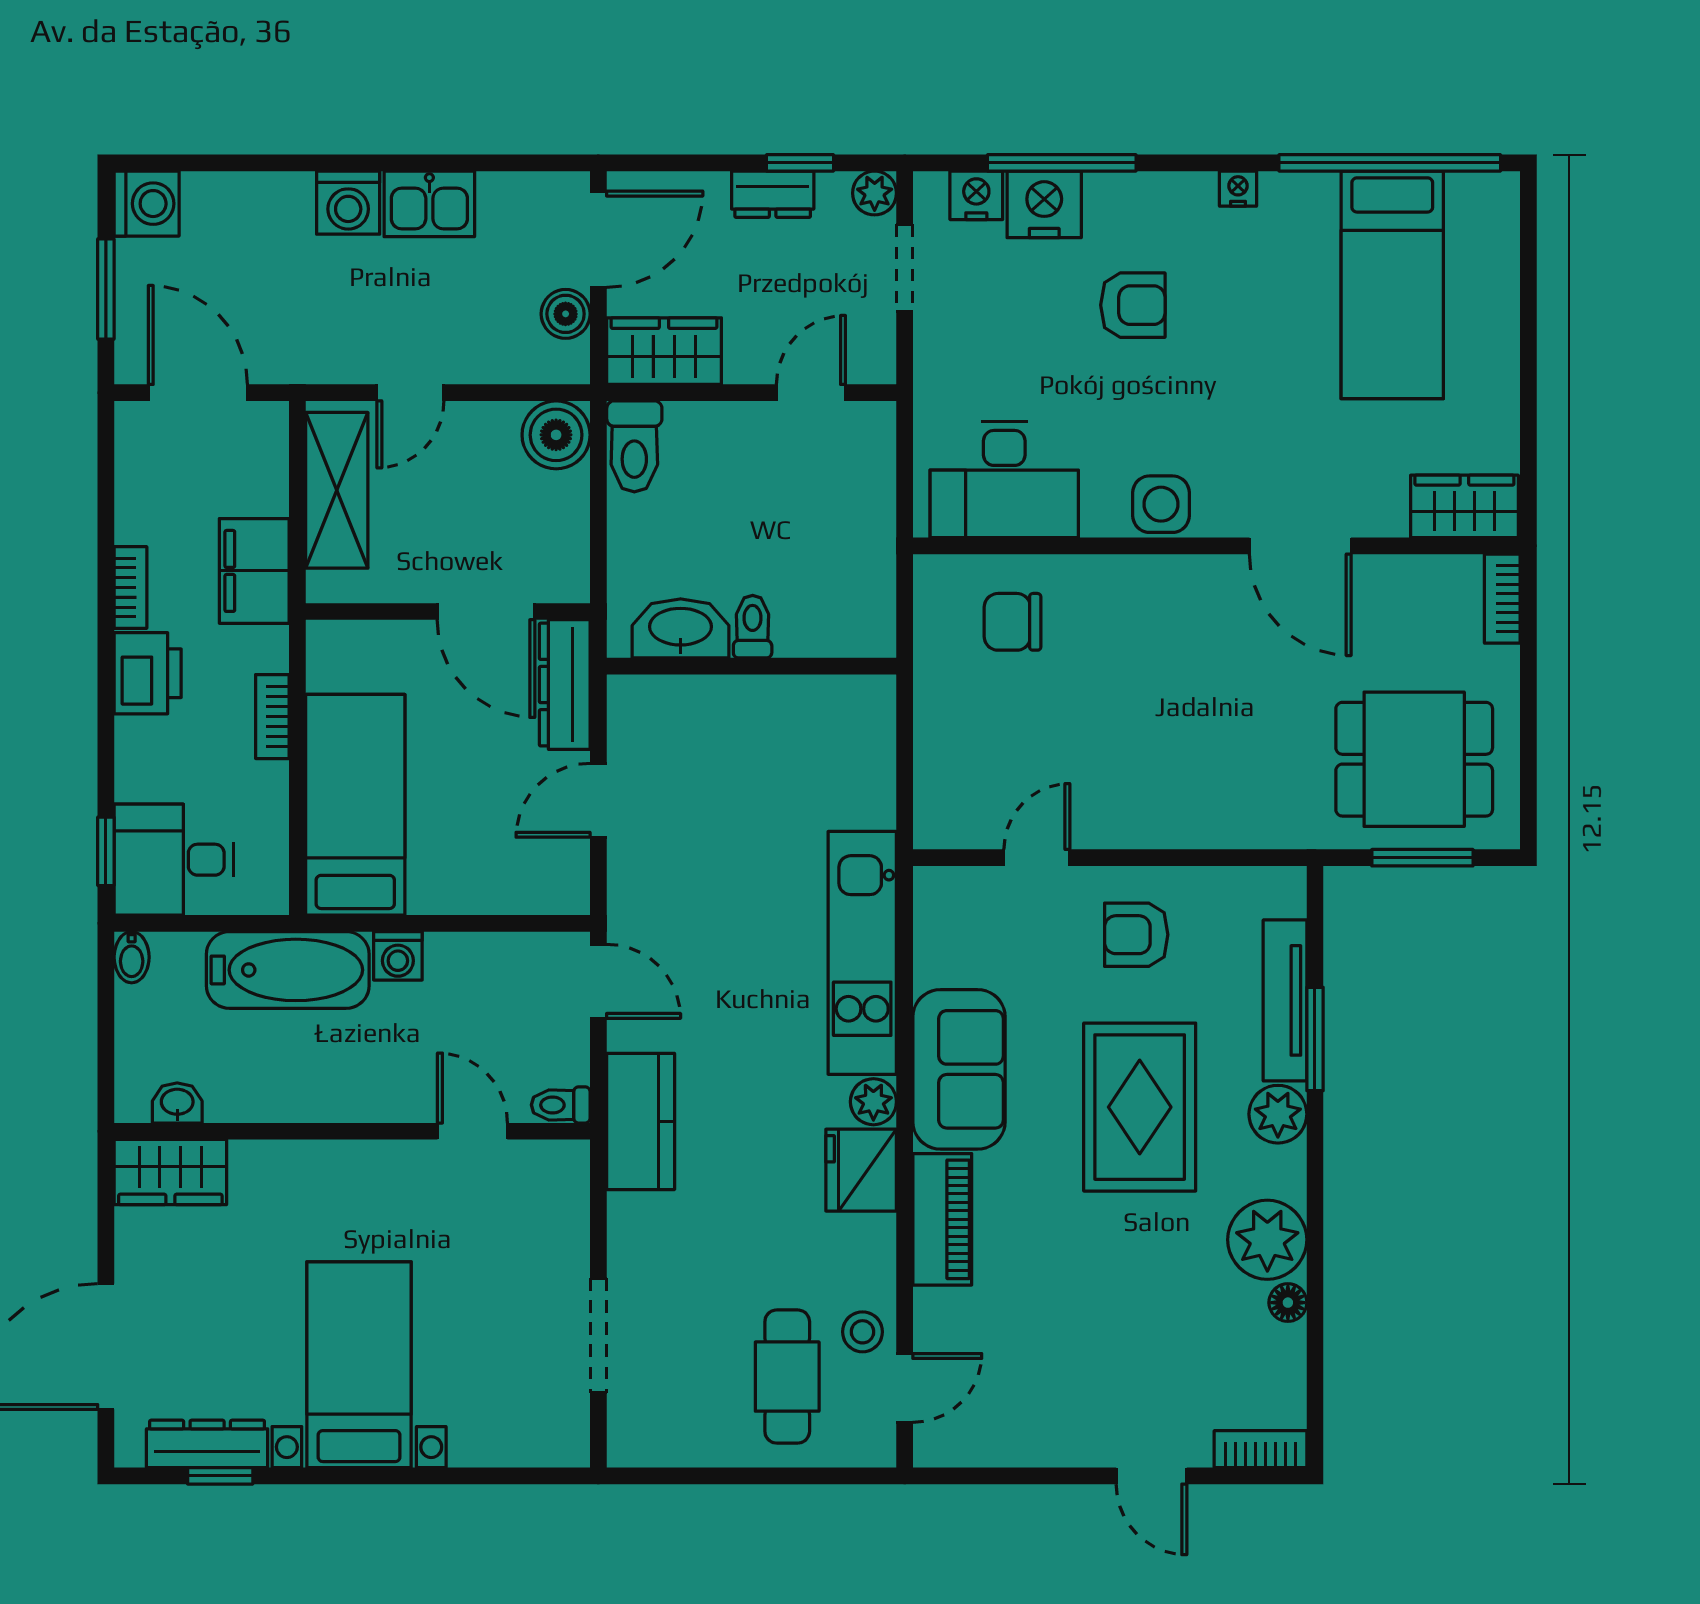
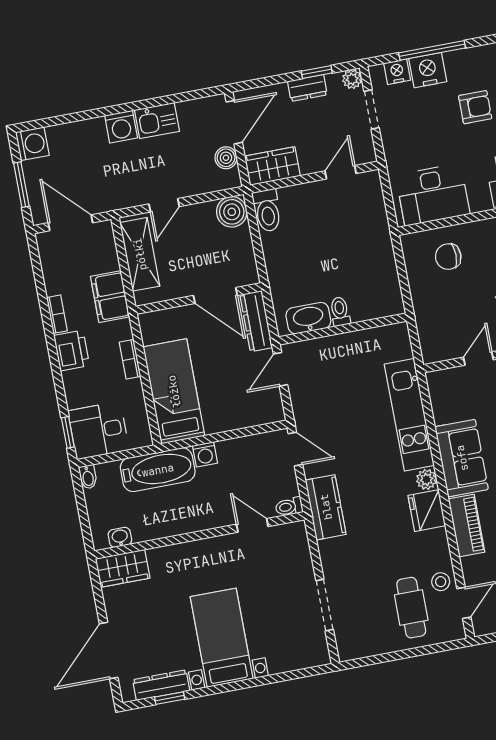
toilet: (753, 627) -> (340, 311), moved
washbasin: (681, 628) -> (308, 318), moved
wall: (751, 666) -> (343, 329), moved

